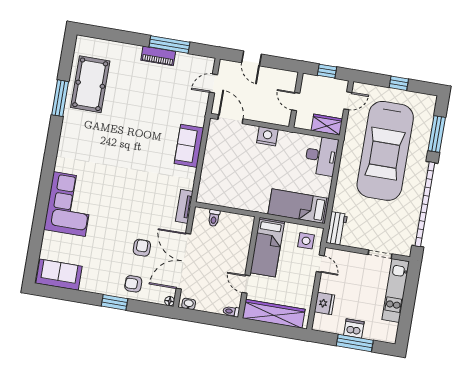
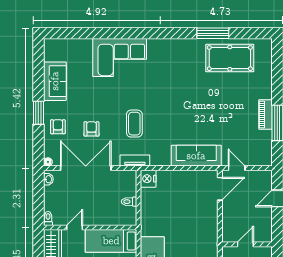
door: (213, 83) -> (237, 168), moved
nightstand: (267, 136) -> (148, 179), moved, turned 180
sofa: (189, 146) -> (196, 156), width x1.36
coffee table: (144, 200) -> (134, 124), added
toilet: (214, 218) -> (129, 202), moved
armchair: (142, 248) -> (91, 129), turned -90
sofa: (59, 275) -> (55, 81), moved

